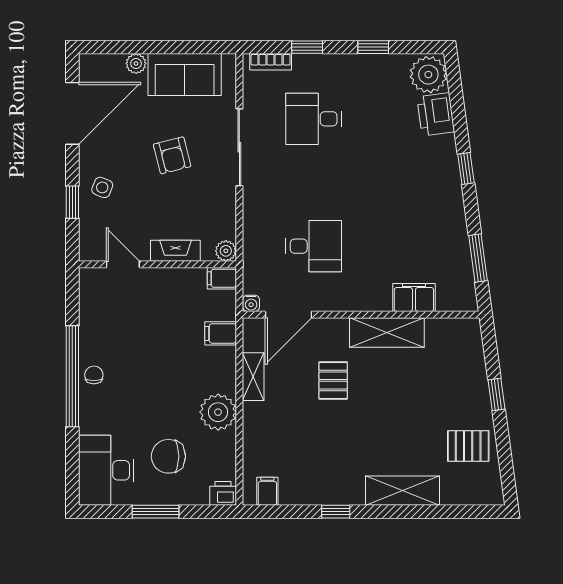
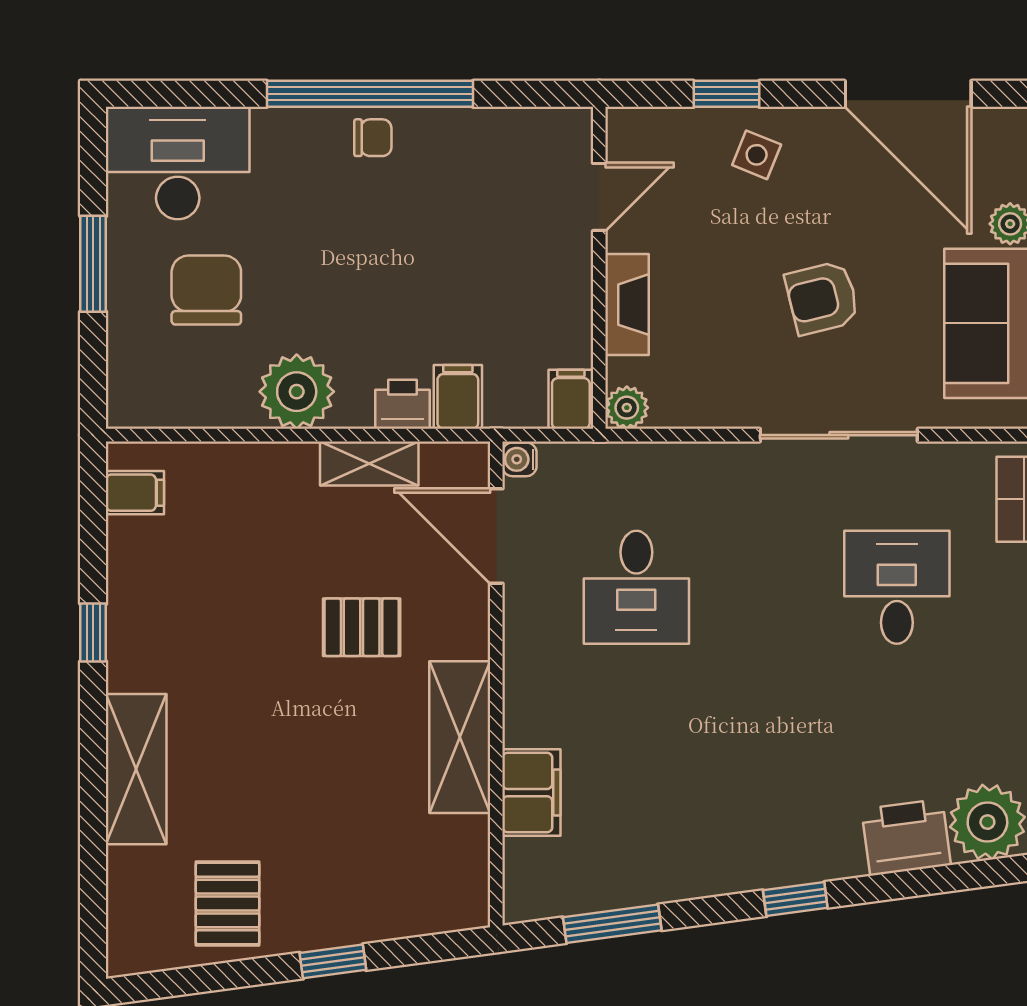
printer: (223, 493) -> (403, 404), moved, turned -90

